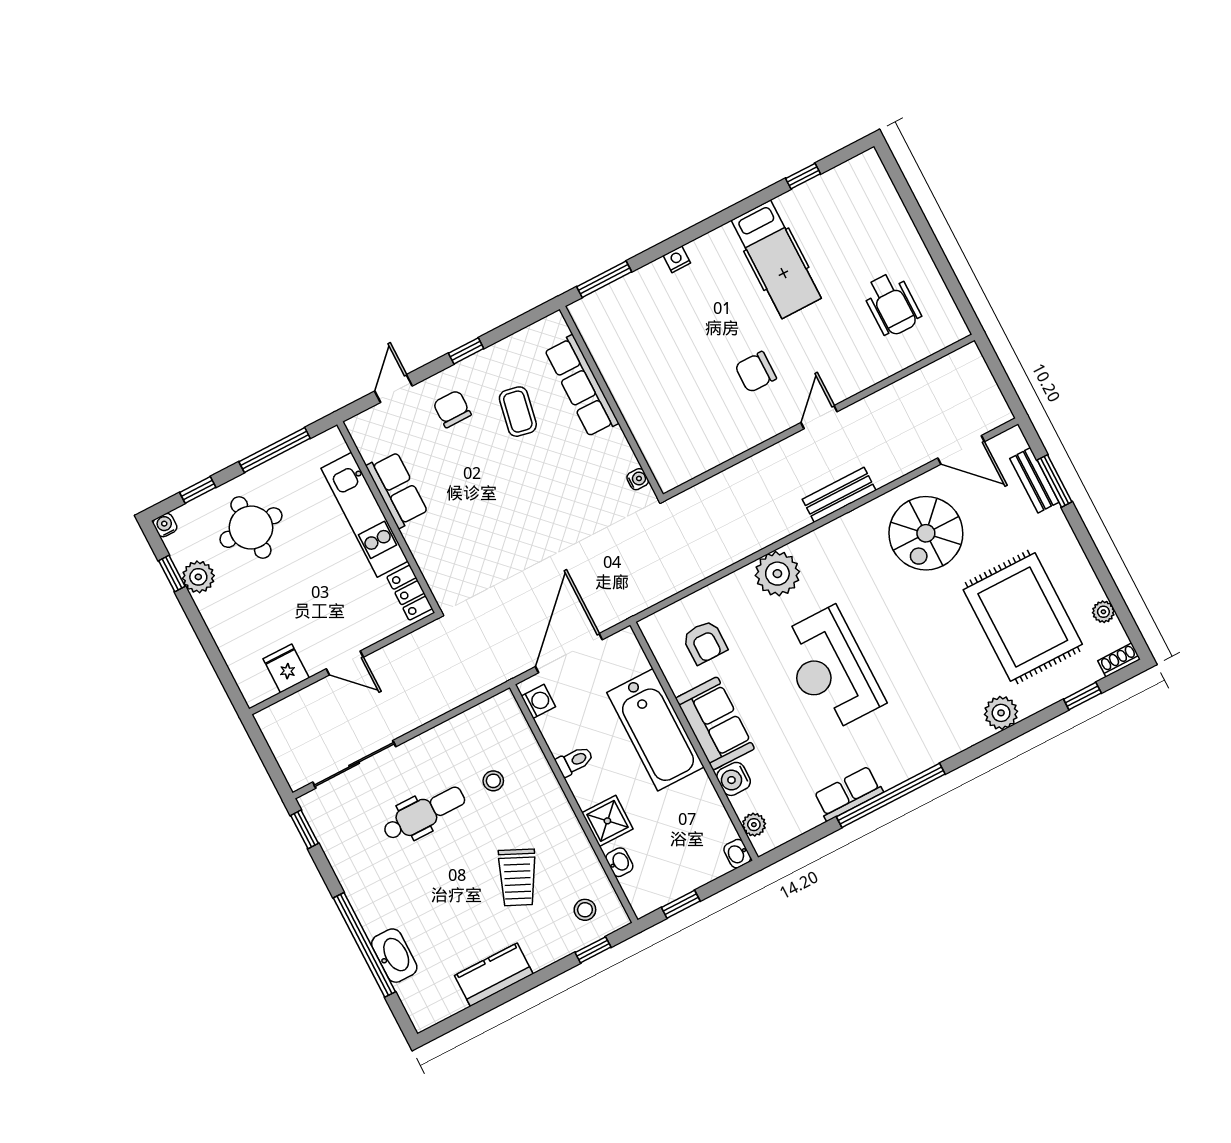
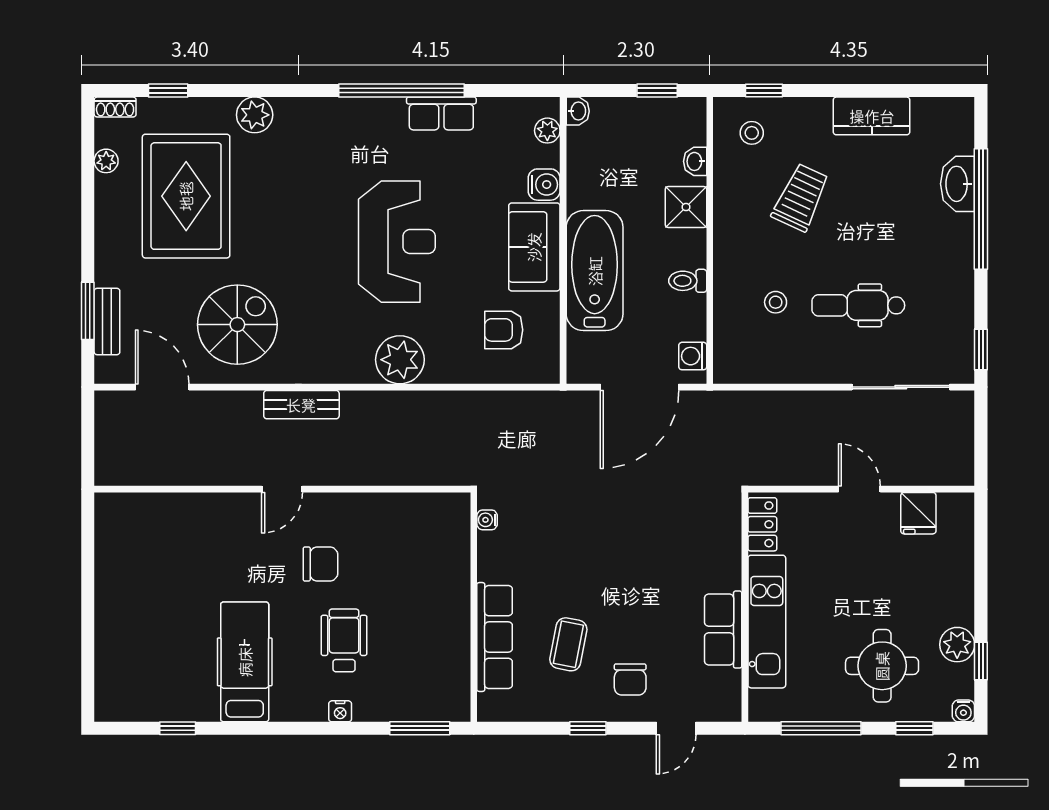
wheelchair: (892, 304) -> (344, 640), moved
armchair: (705, 642) -> (504, 330), turned -90

